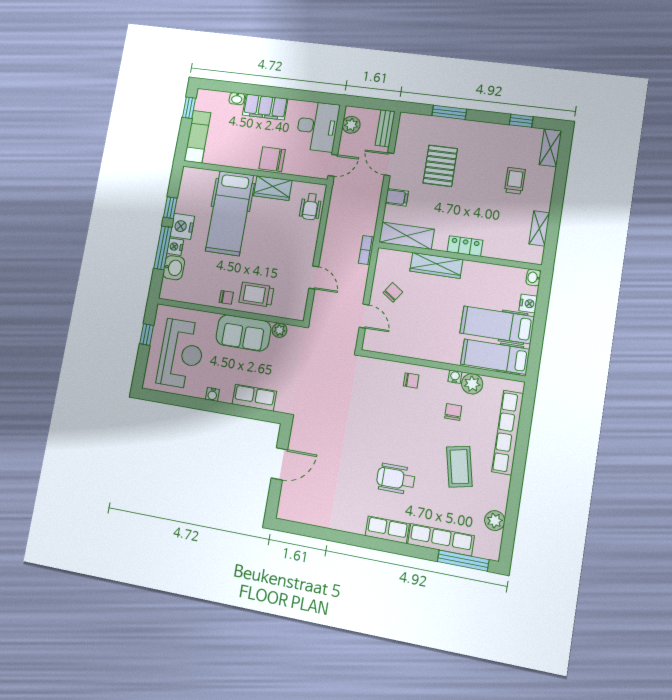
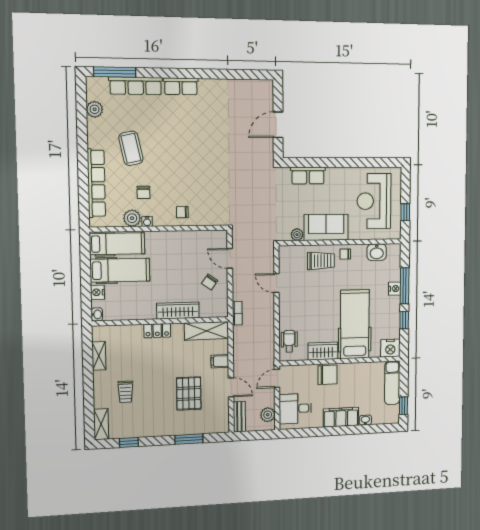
desk: (317, 126) -> (295, 409), width x0.73
nightstand: (182, 226) -> (390, 348), moved, turned 90
washbasin: (174, 268) -> (377, 252), moved, turned -90
water cooler: (212, 394) -> (343, 172), removed
wheelchair: (396, 479) -> (181, 129), removed

